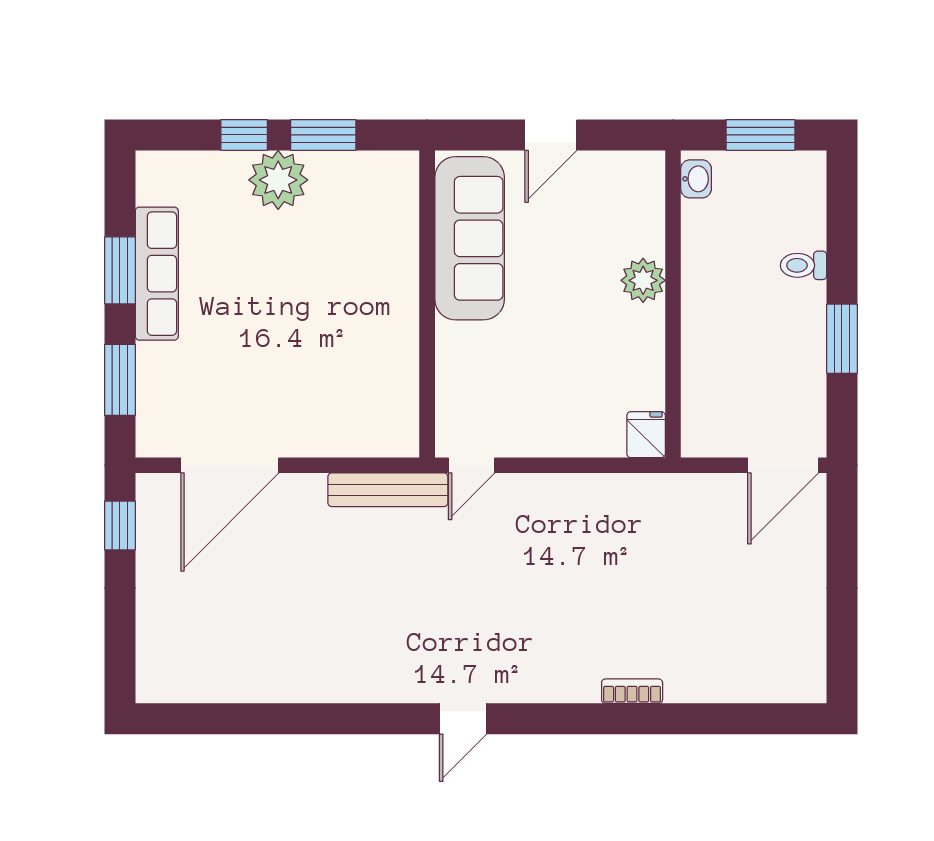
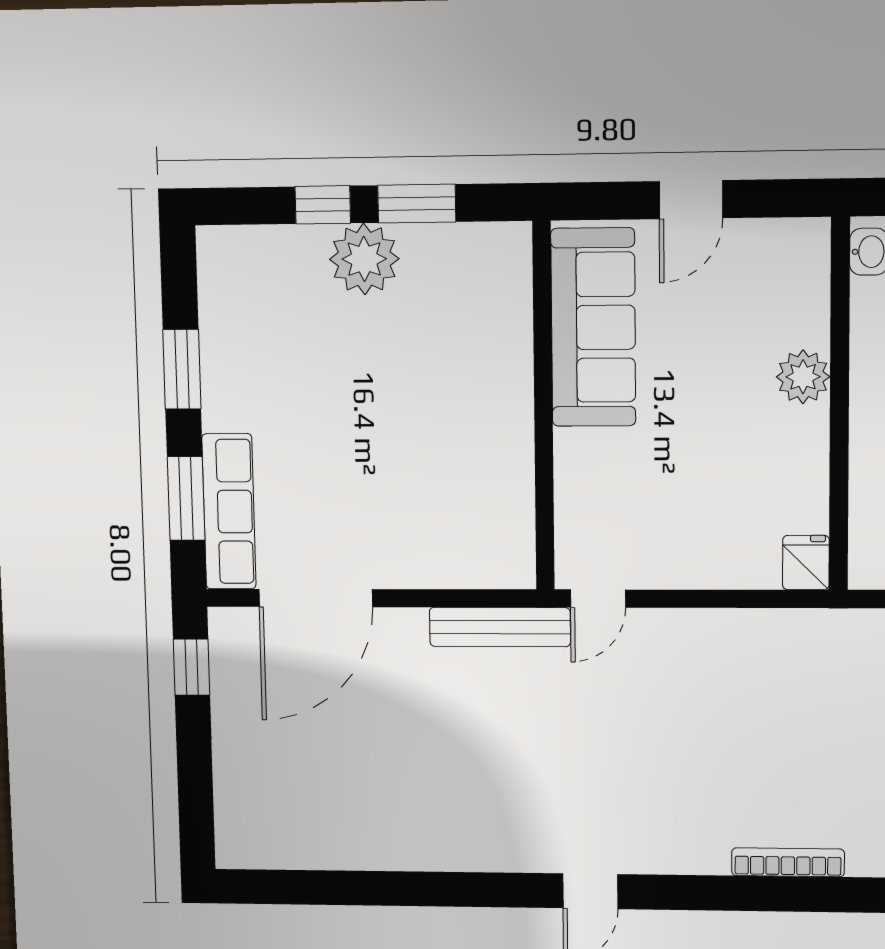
row of seats: (157, 274) -> (229, 512), moved
bookcase: (632, 691) -> (788, 862), width x1.56

